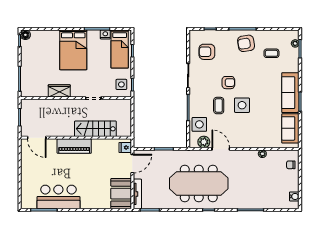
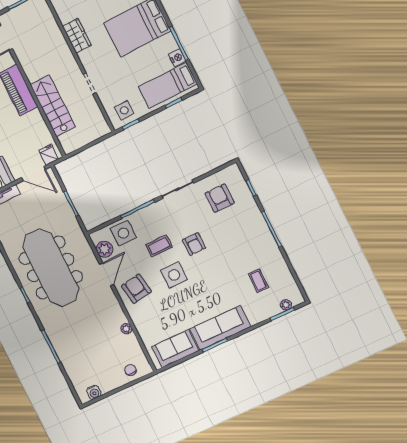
armchair: (246, 43) -> (136, 289), moved

